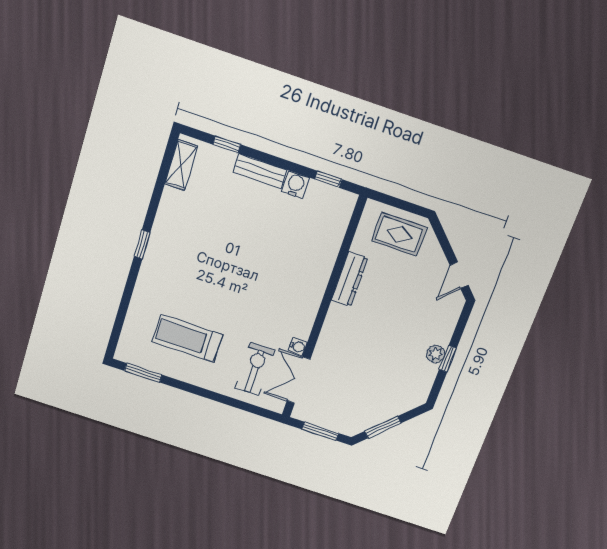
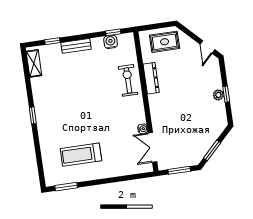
water cooler: (295, 185) -> (111, 42), moved
exercise bike: (255, 369) -> (128, 80), moved

